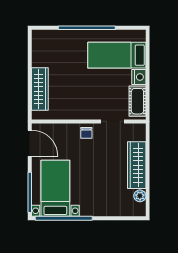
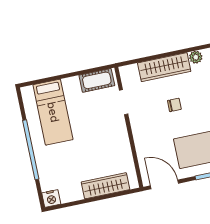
nightstand: (139, 77) -> (51, 198), moved, turned 180
chair: (86, 133) -> (174, 105), moved
door: (30, 143) -> (164, 184), hinge flipped

